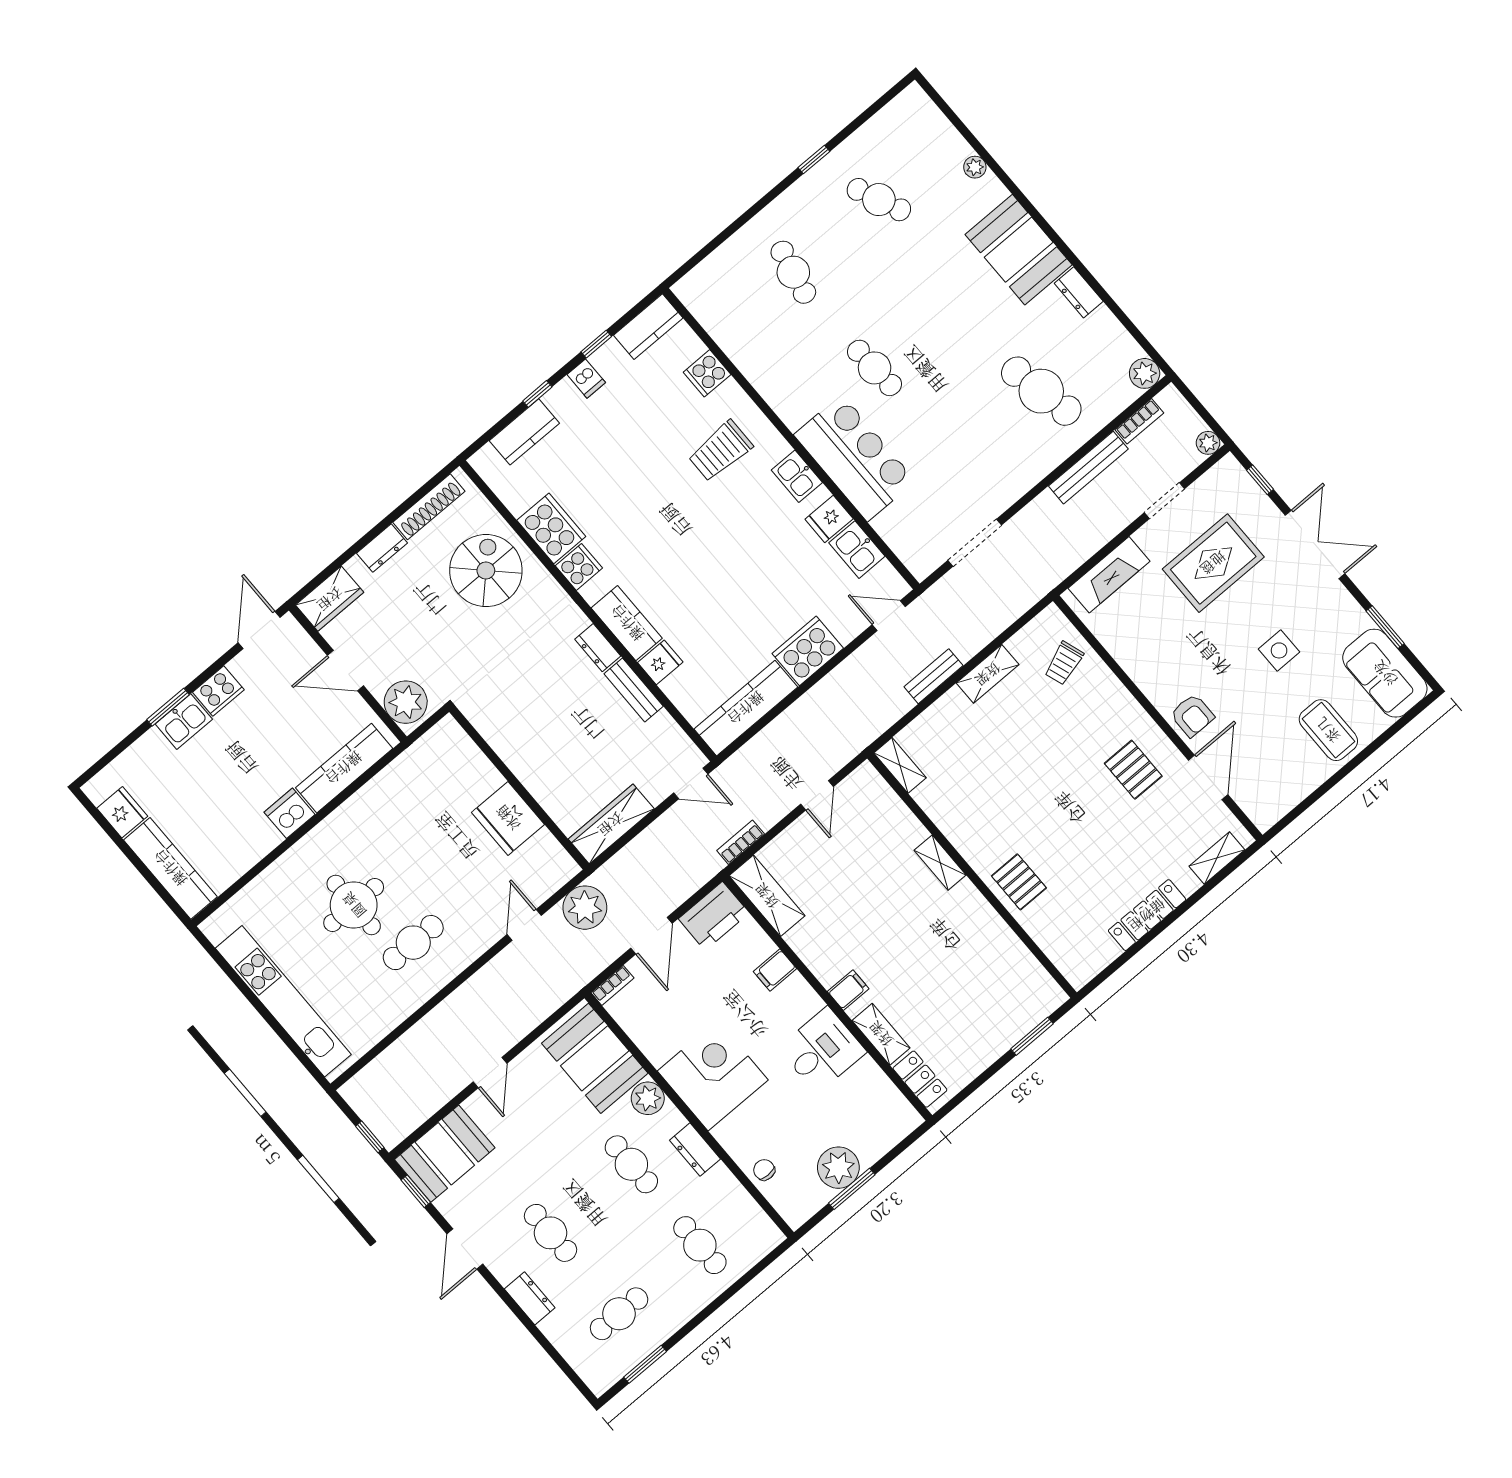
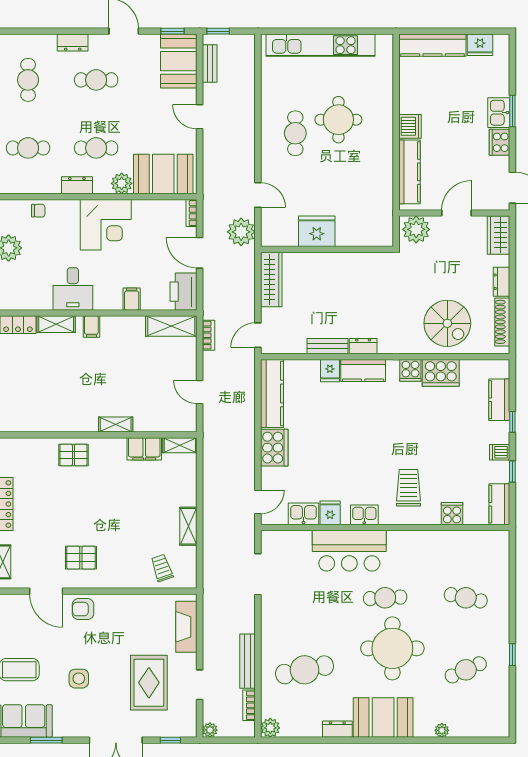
round table: (927, 308) -> (392, 648), added
bench: (934, 676) -> (210, 63), moved
filing cabinet: (940, 804) -> (144, 449), added

